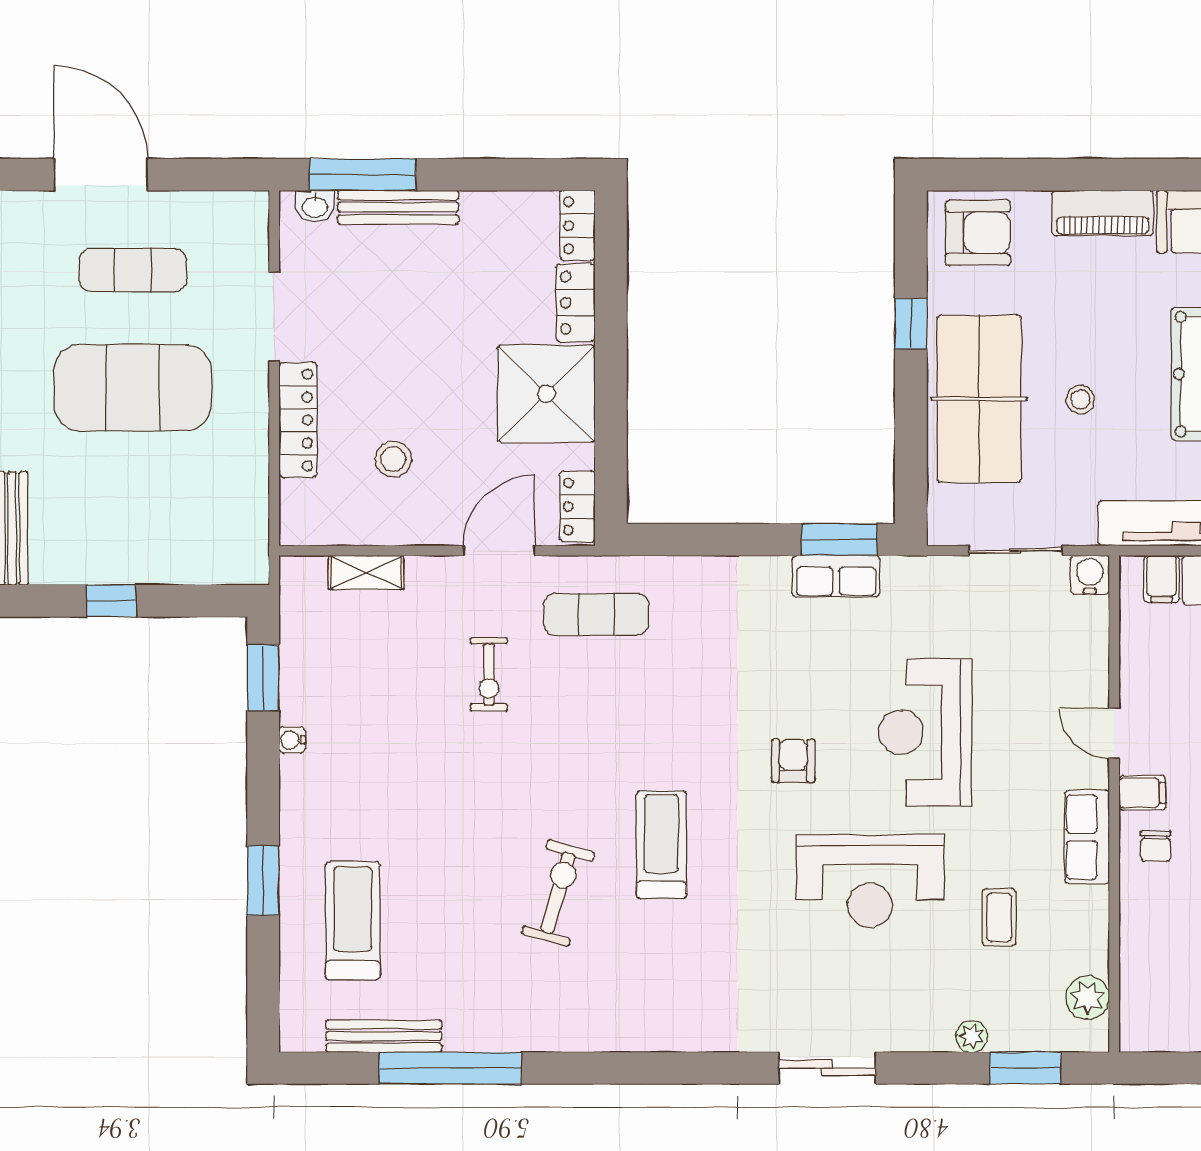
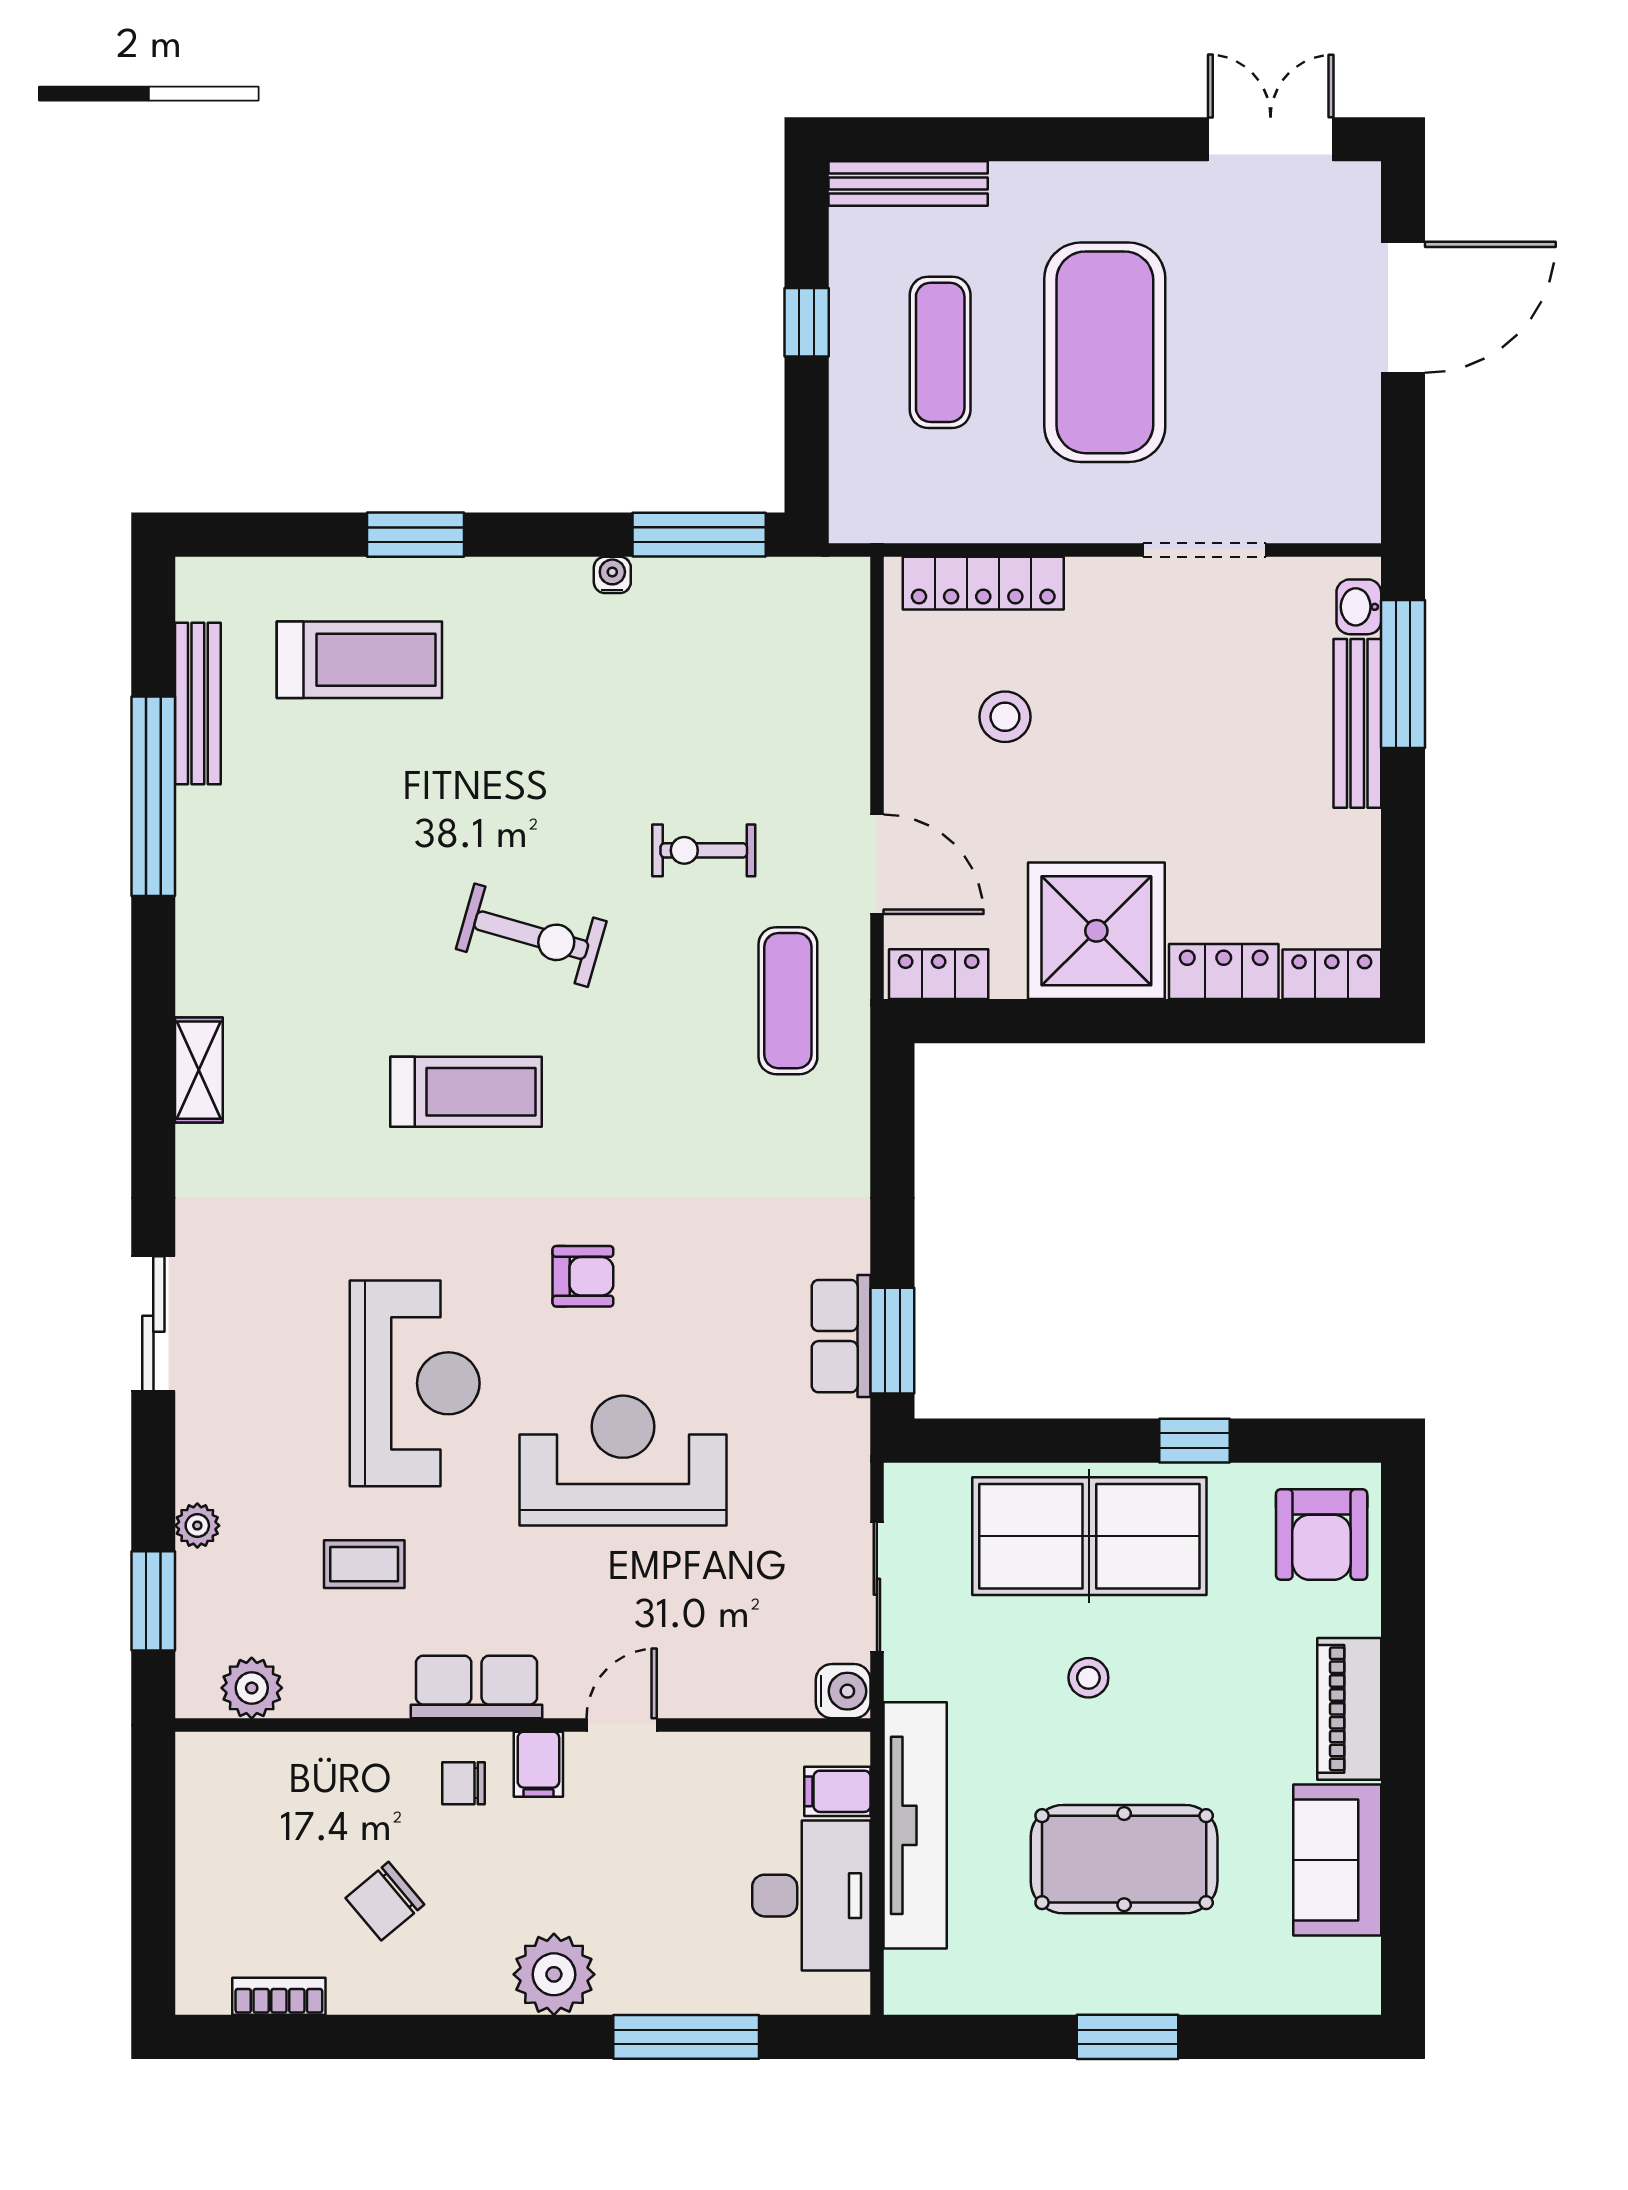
exercise mat: (133, 270) -> (940, 352), moved
locker: (298, 420) -> (983, 583), moved
shelving: (366, 572) -> (199, 1070), moved
window: (263, 678) -> (699, 535), width x1.44
reception desk: (870, 881) -> (415, 1383), turned 180
exercise bike: (558, 893) -> (531, 935), moved

